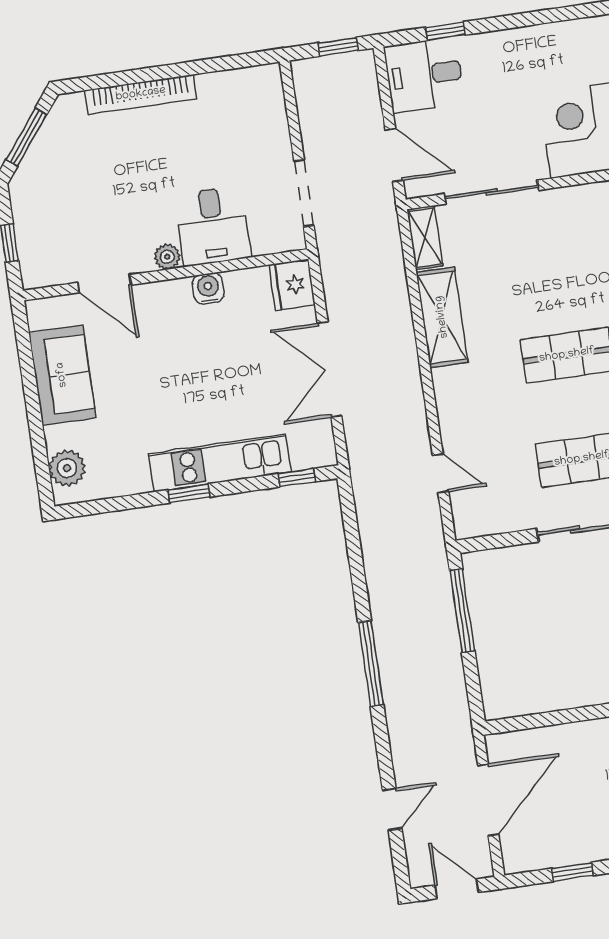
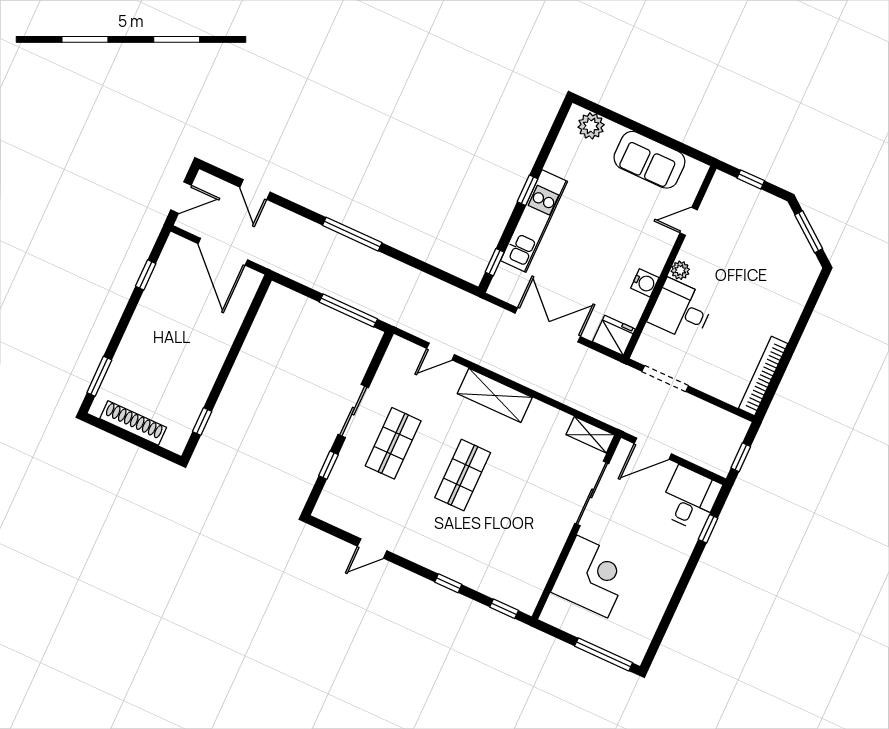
bookcase: (141, 94) -> (763, 376), moved
door: (104, 284) -> (689, 221), width x0.73
shelving: (442, 317) -> (495, 395), moved

